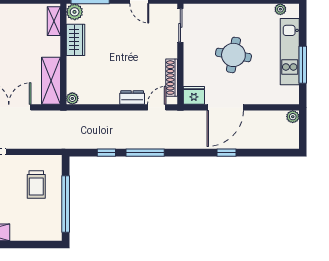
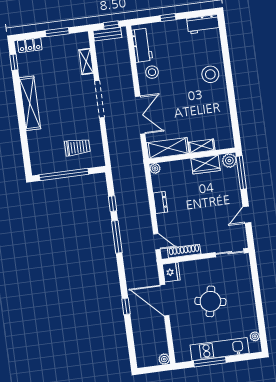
shelving: (54, 21) -> (202, 146), moved
dresser: (132, 98) -> (160, 202), moved
trolley: (36, 184) -> (77, 147), turned 180

